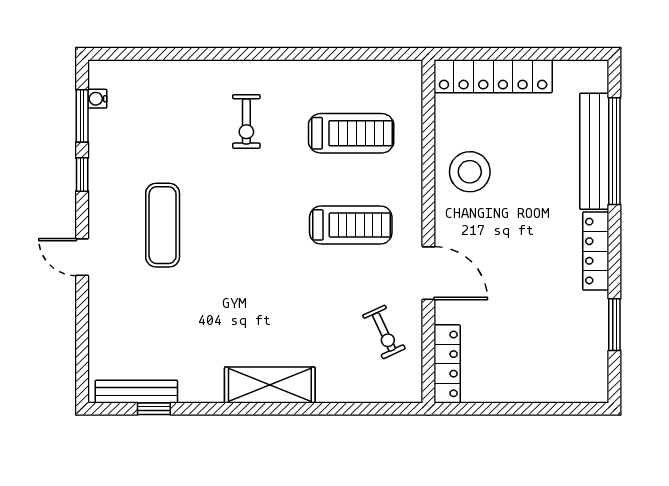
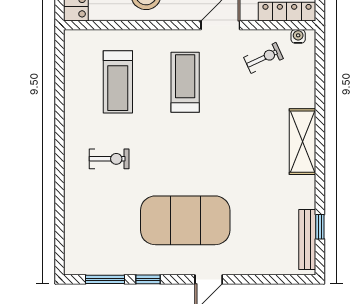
water cooler: (97, 99) -> (298, 36), moved, turned 180
treadmill: (351, 133) -> (118, 82), turned 180
exercise mat: (163, 225) -> (185, 220), width x2.00, depth x1.45

